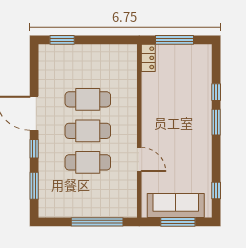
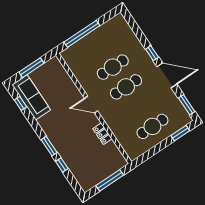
locker: (148, 58) -> (102, 134), moved
cafe table: (88, 99) -> (152, 126), moved
door: (139, 160) -> (91, 105), moved
window: (34, 186) -> (187, 105), moved
sofa: (176, 206) -> (31, 97), moved, turned -90

